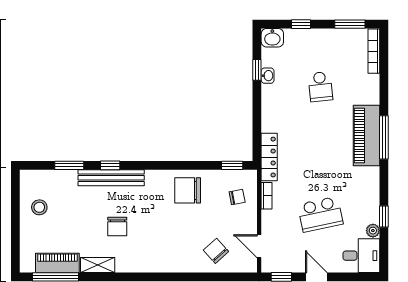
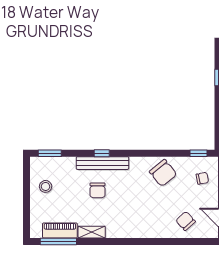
window: (69, 165) -> (50, 153), moved
chair: (188, 190) -> (163, 173), turned -129
chair: (117, 226) -> (97, 190), moved

